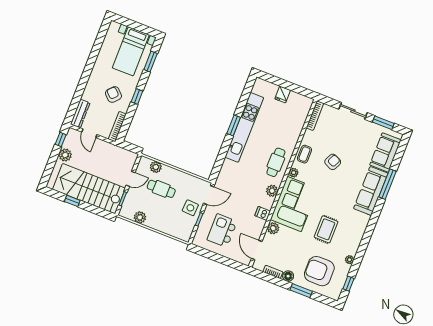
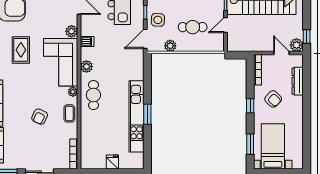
dresser: (80, 114) -> (298, 81), moved
plant: (65, 155) -> (297, 45), moved
plant: (156, 167) -> (170, 46), moved

